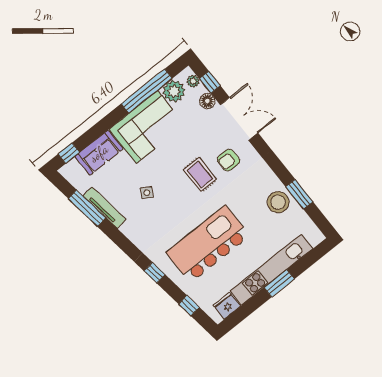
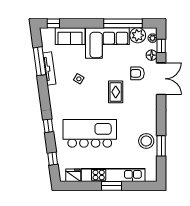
armchair: (228, 160) -> (137, 73), moved

